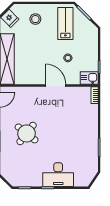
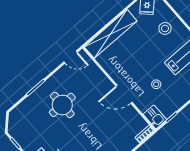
door: (56, 86) -> (124, 94), swing flipped
round table: (27, 133) -> (62, 105), turned -38

